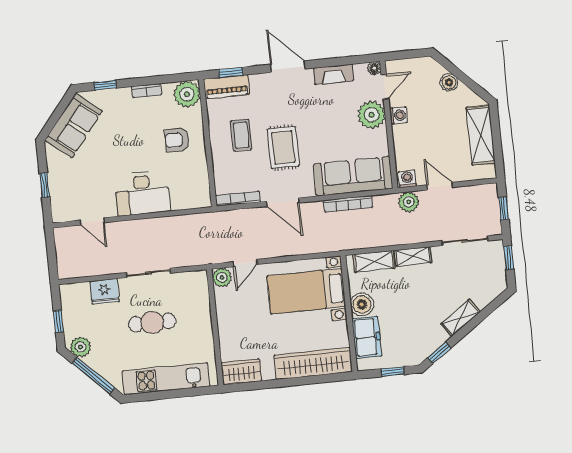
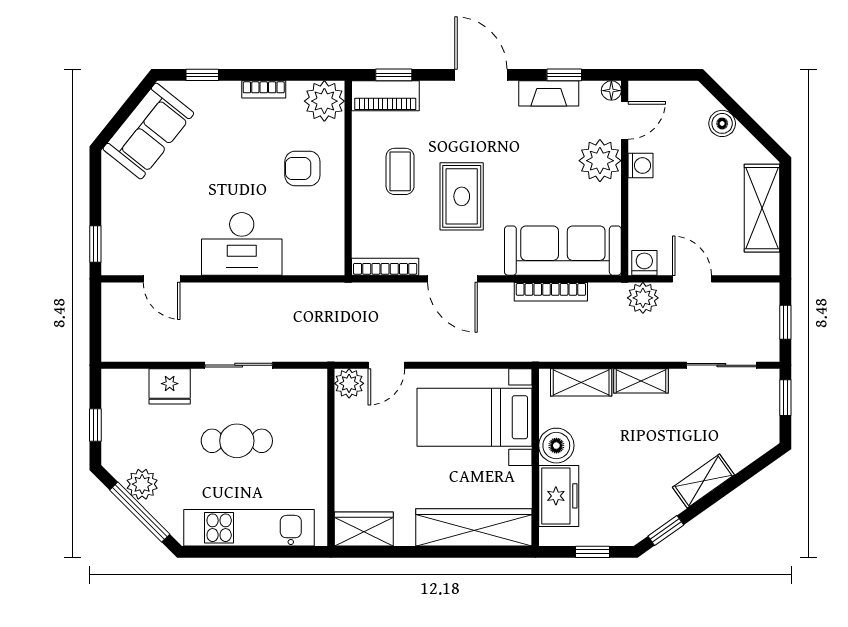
window: (342, 61) -> (564, 75), added
window: (45, 185) -> (95, 244), moved
plant: (80, 347) -> (142, 484), moved

